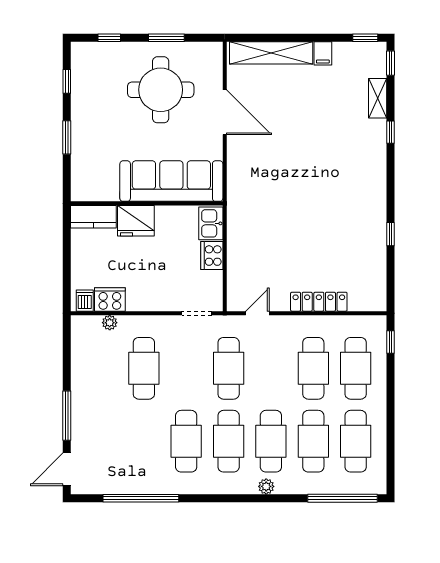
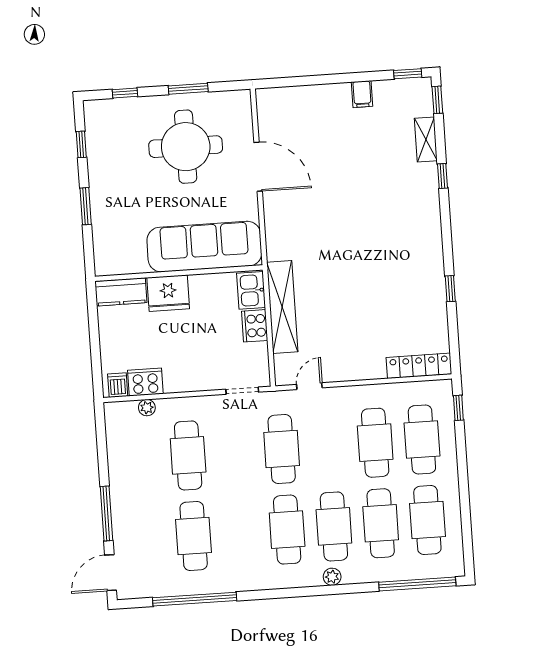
shelving: (271, 53) -> (282, 307), moved, turned 90
locker: (319, 302) -> (419, 366), moved
cafe table: (186, 441) -> (194, 536), moved

